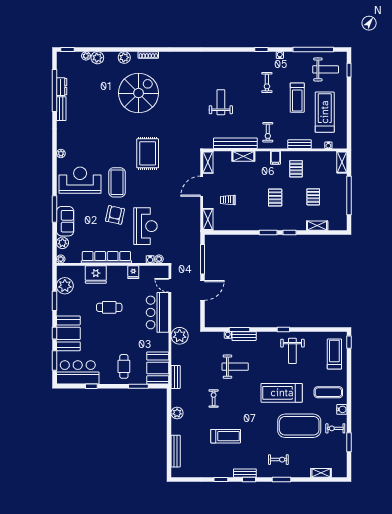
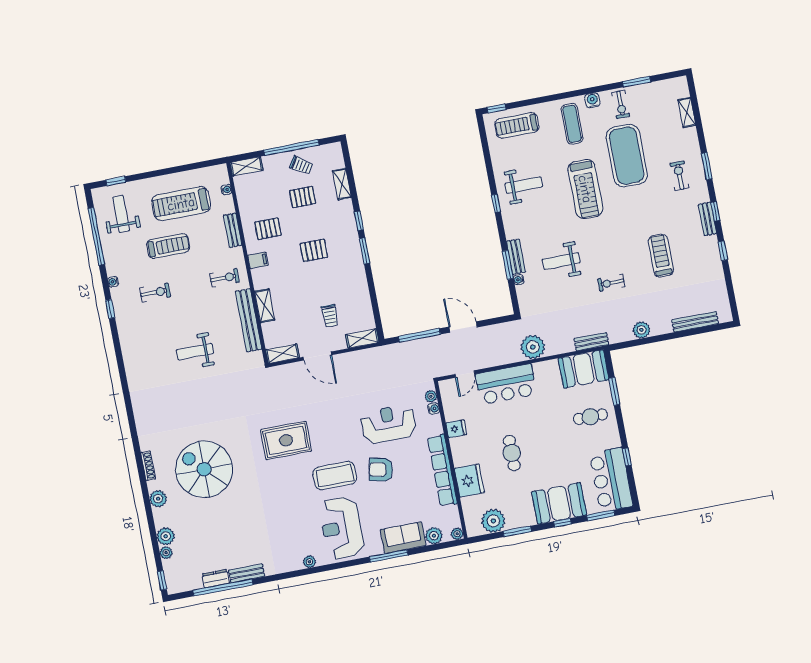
trolley: (335, 200) -> (301, 165), added
weight bench: (235, 367) -> (561, 261), turned -90

